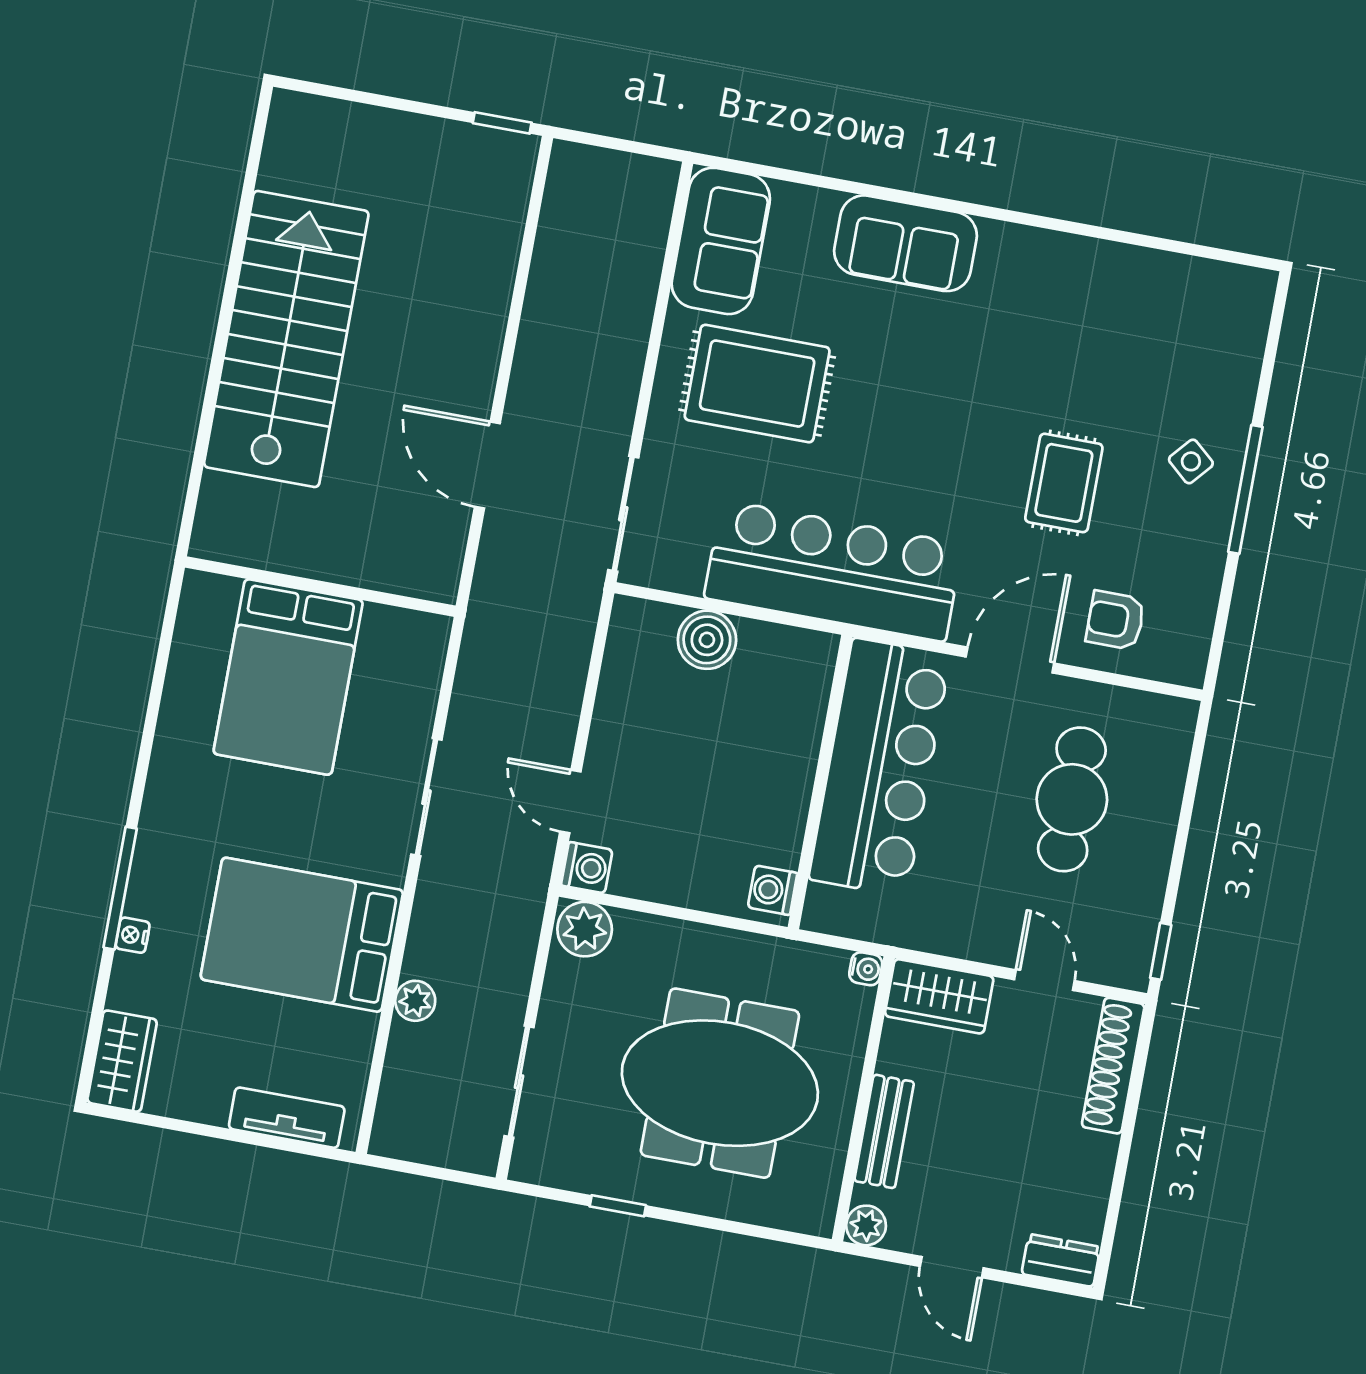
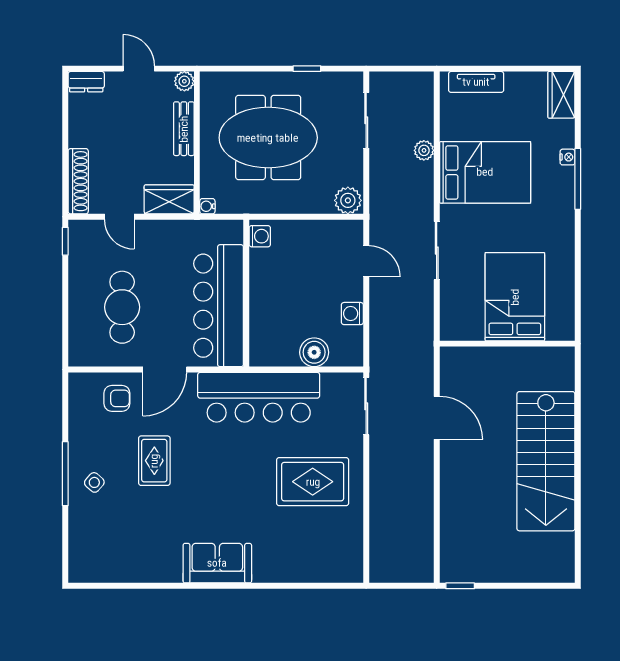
sofa: (721, 241) -> (343, 548), removed
sofa: (906, 243) -> (217, 563), moved
washing machine: (587, 868) -> (352, 314), moved

